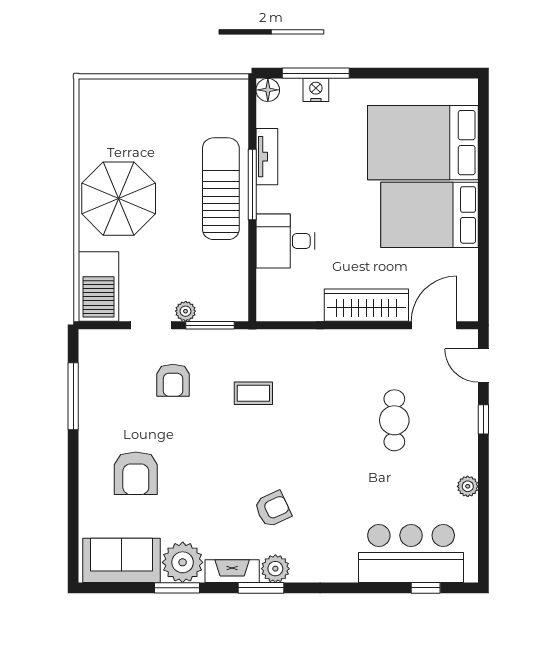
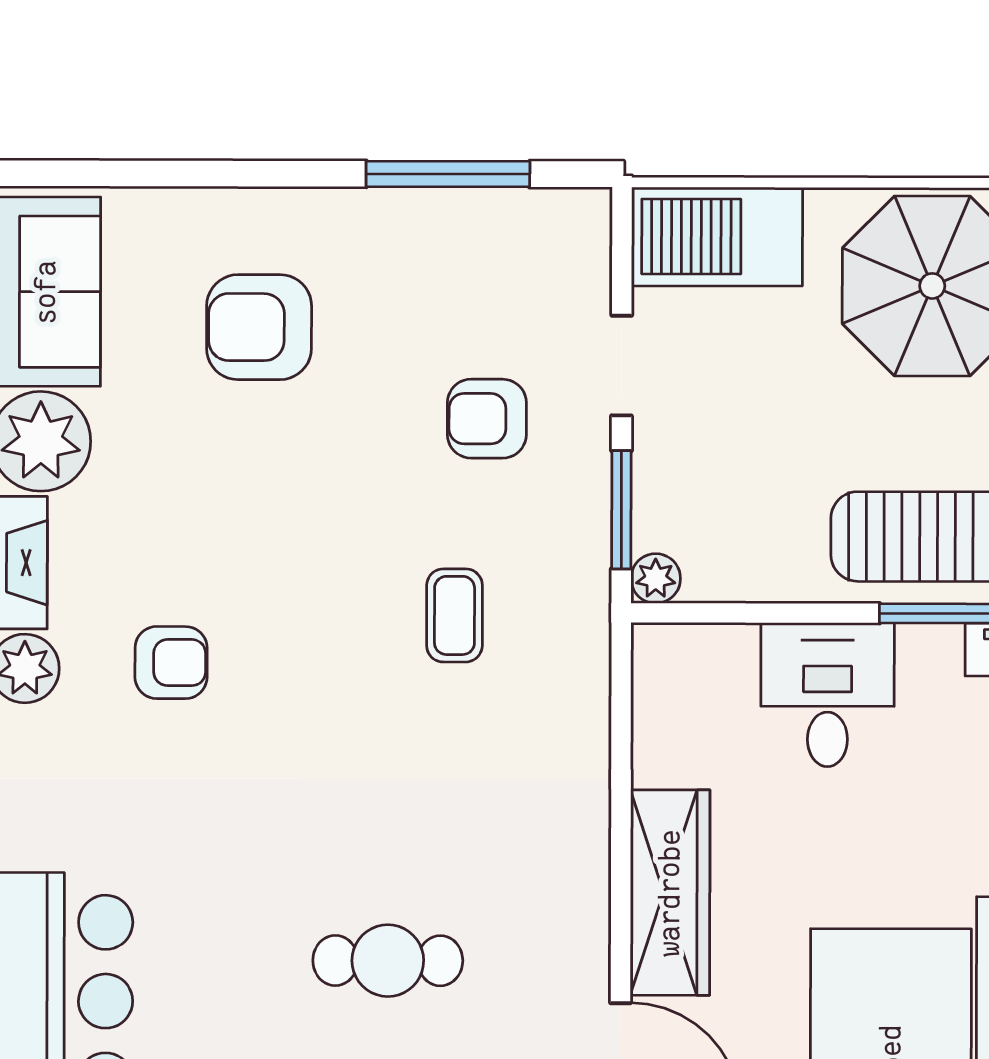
plant: (186, 311) -> (656, 578), moved
armchair: (273, 509) -> (171, 663), turned -65

